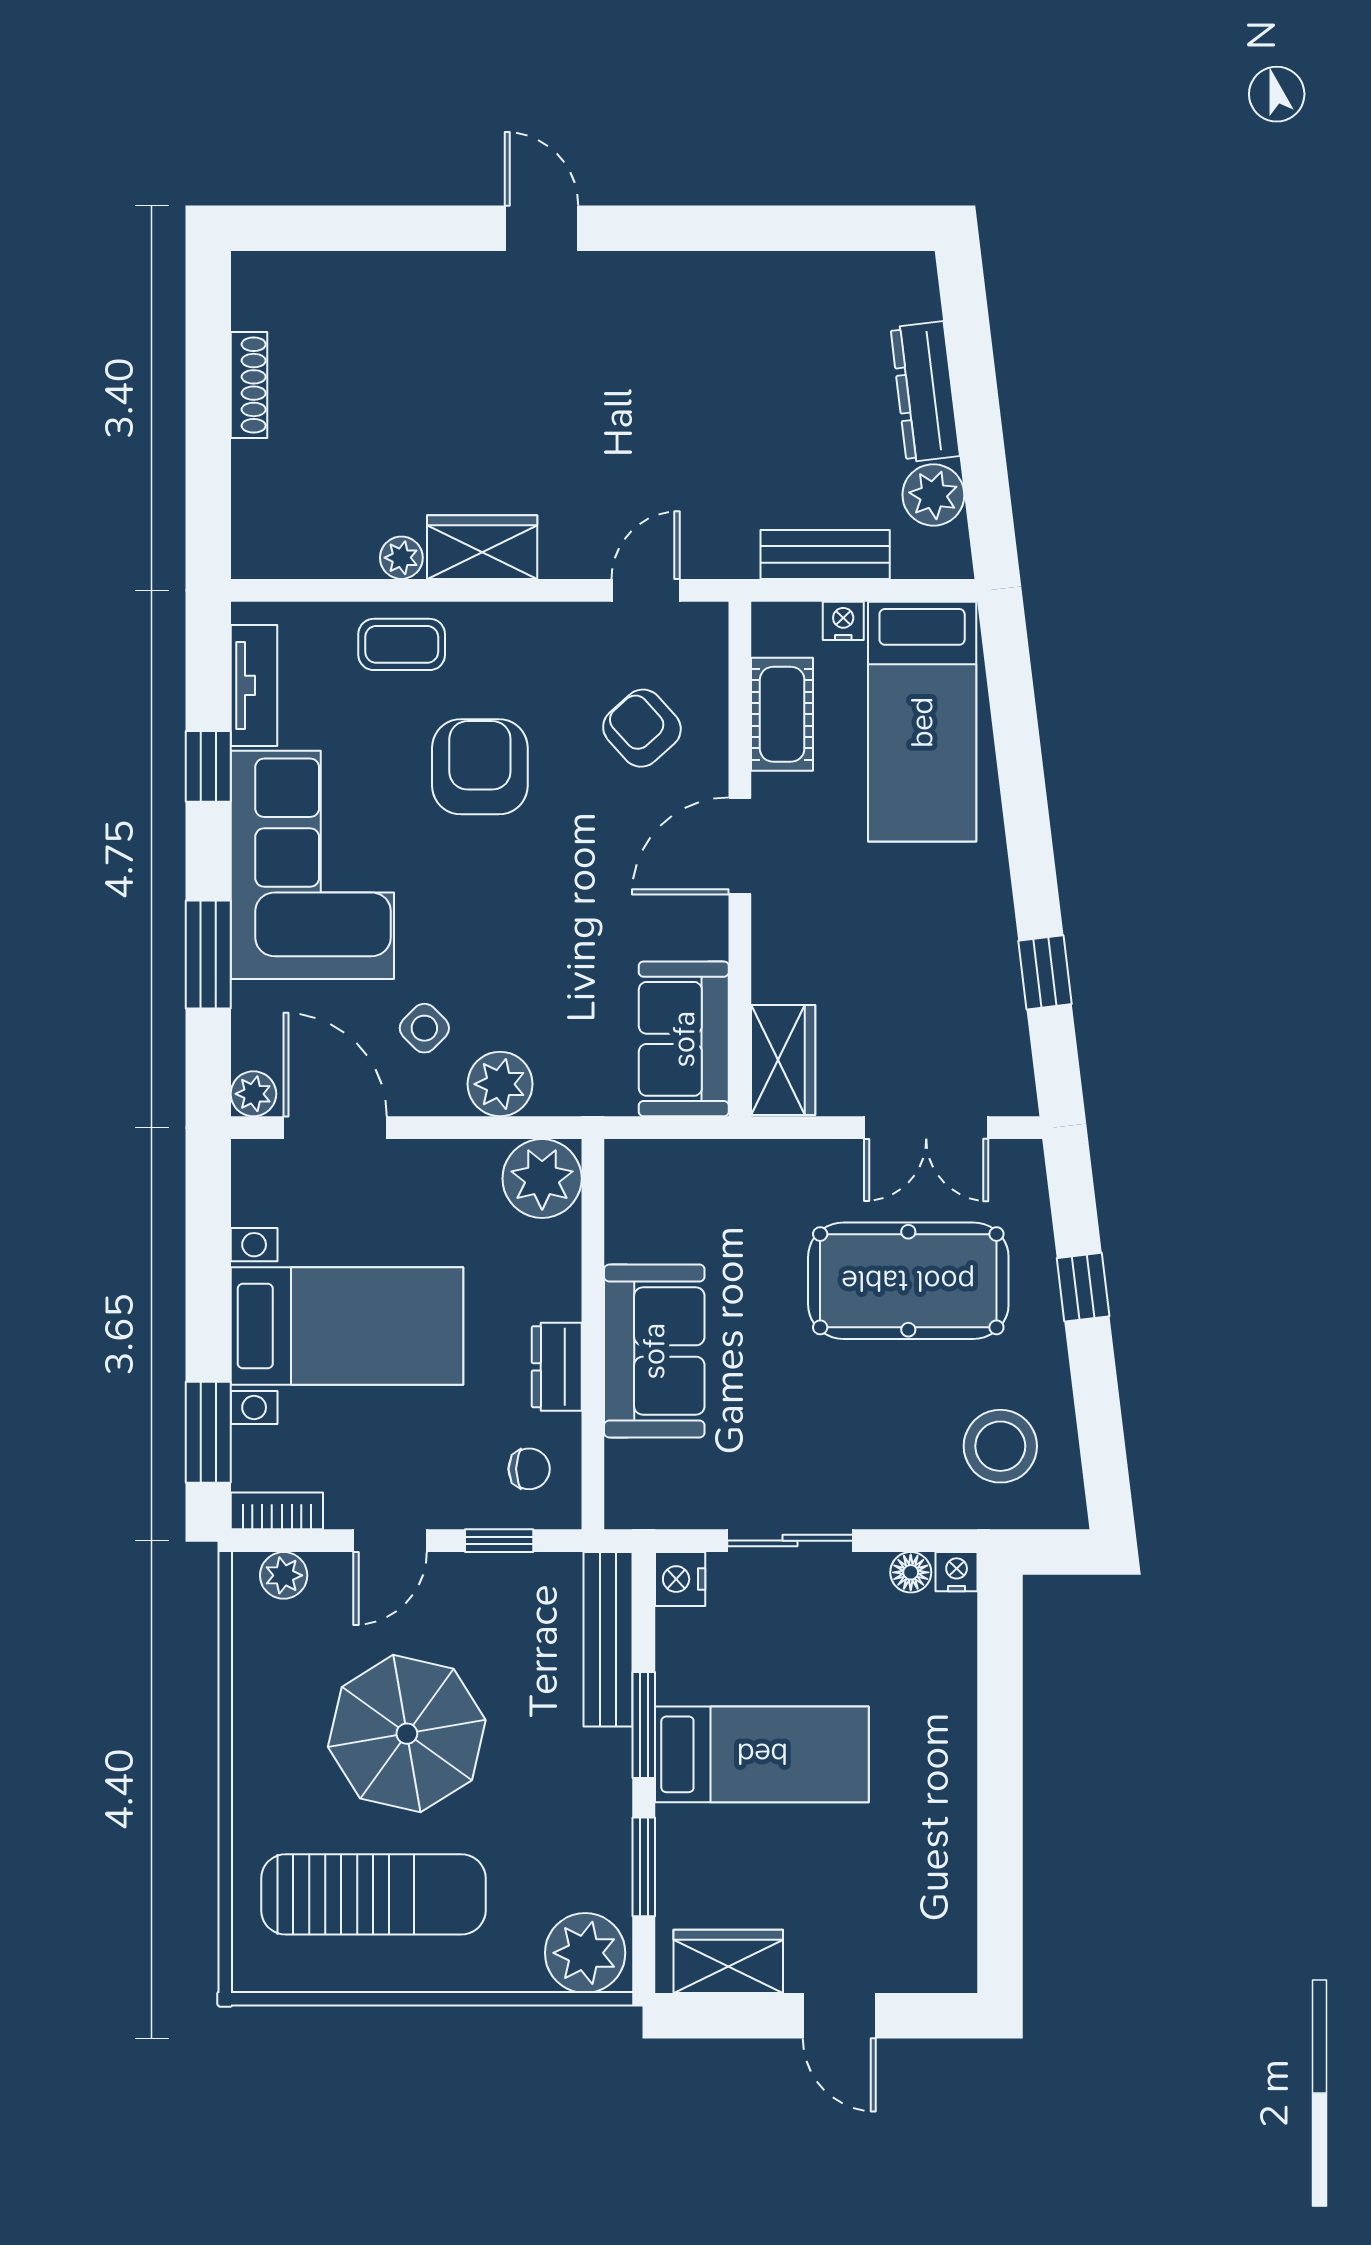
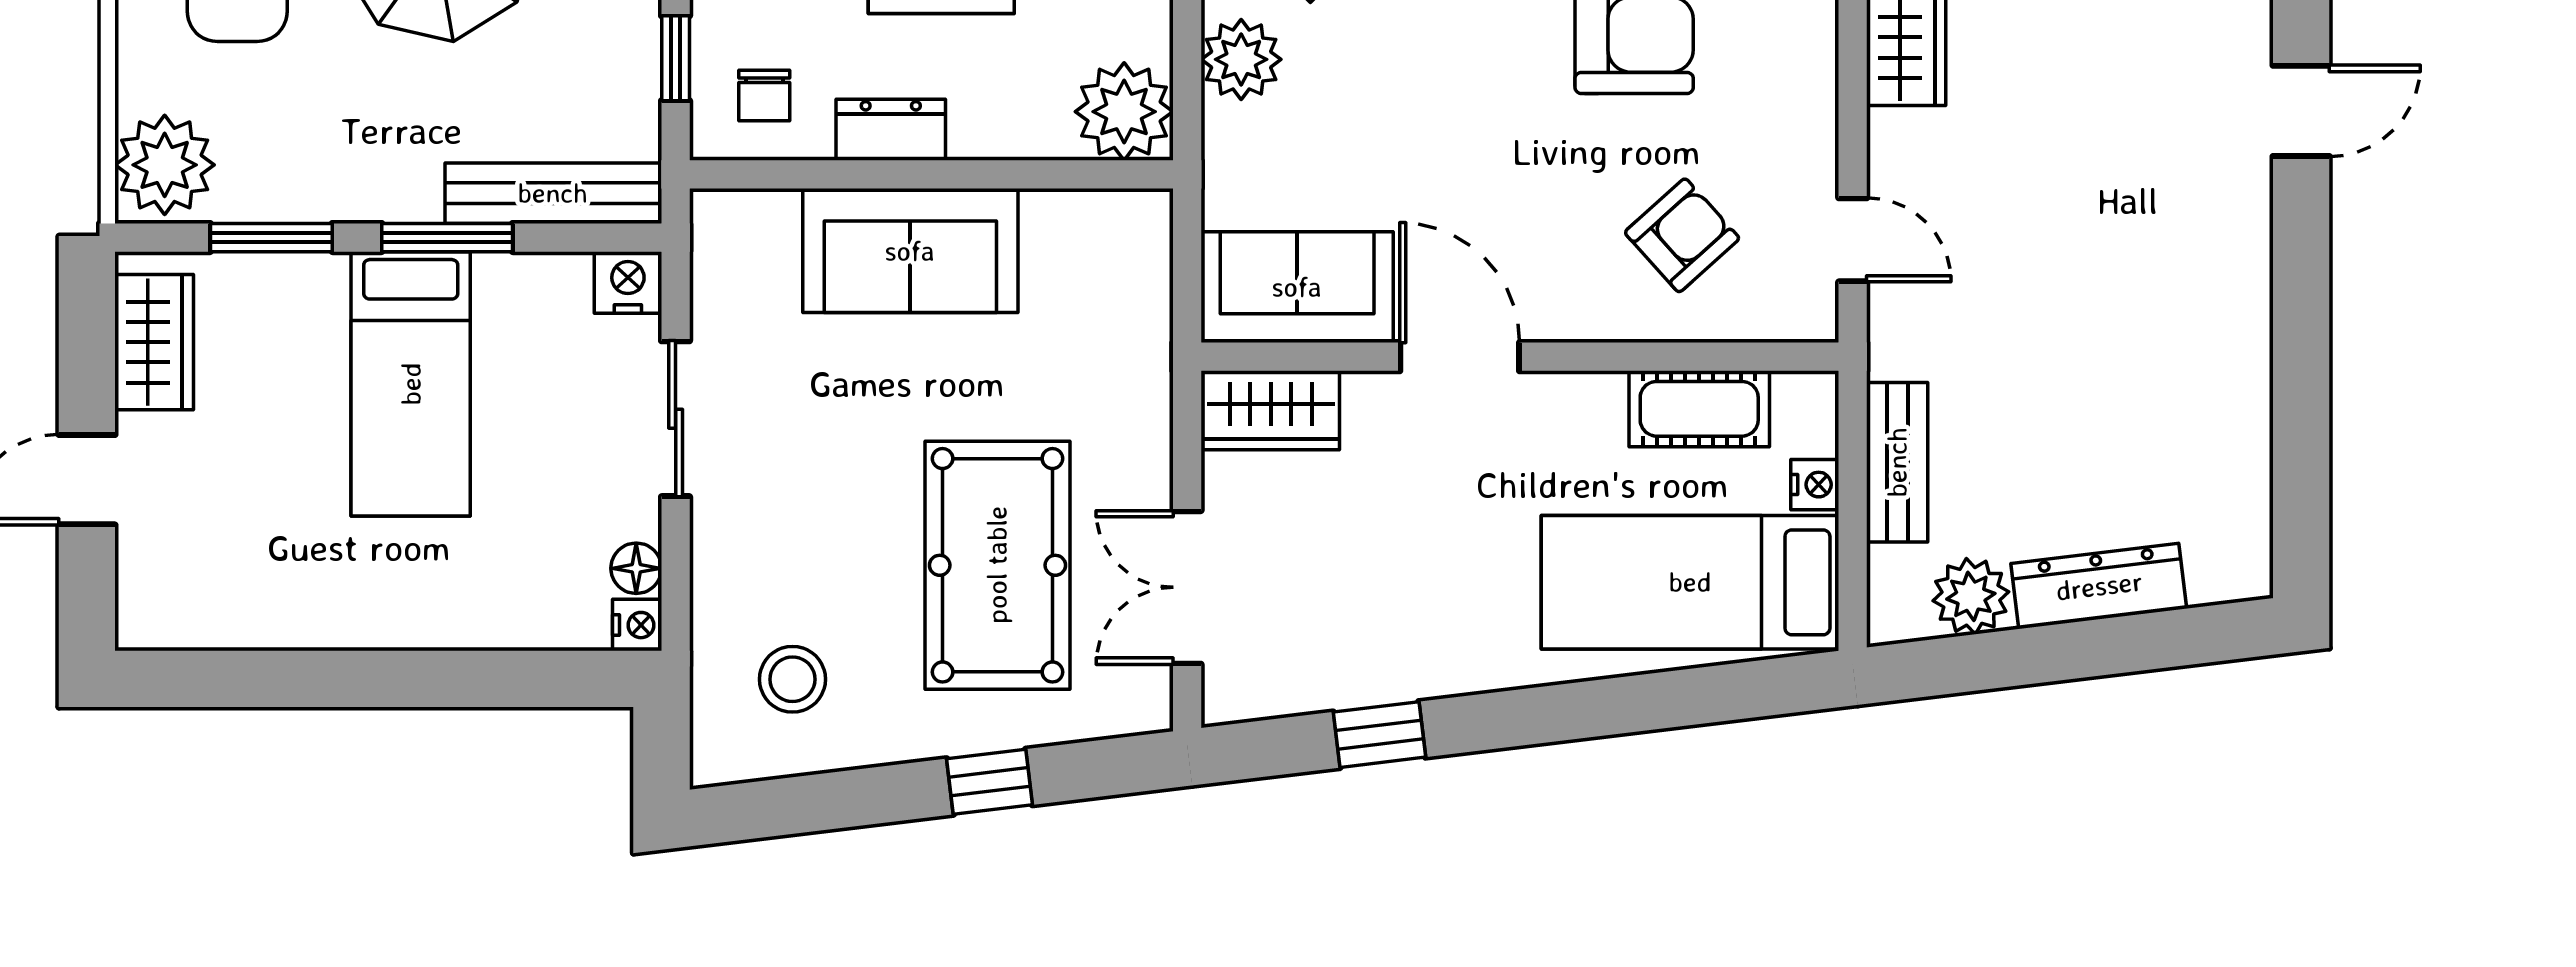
door: (740, 846) -> (1460, 357), moved
stool: (1000, 1446) -> (792, 679), width x0.73, depth x0.73

